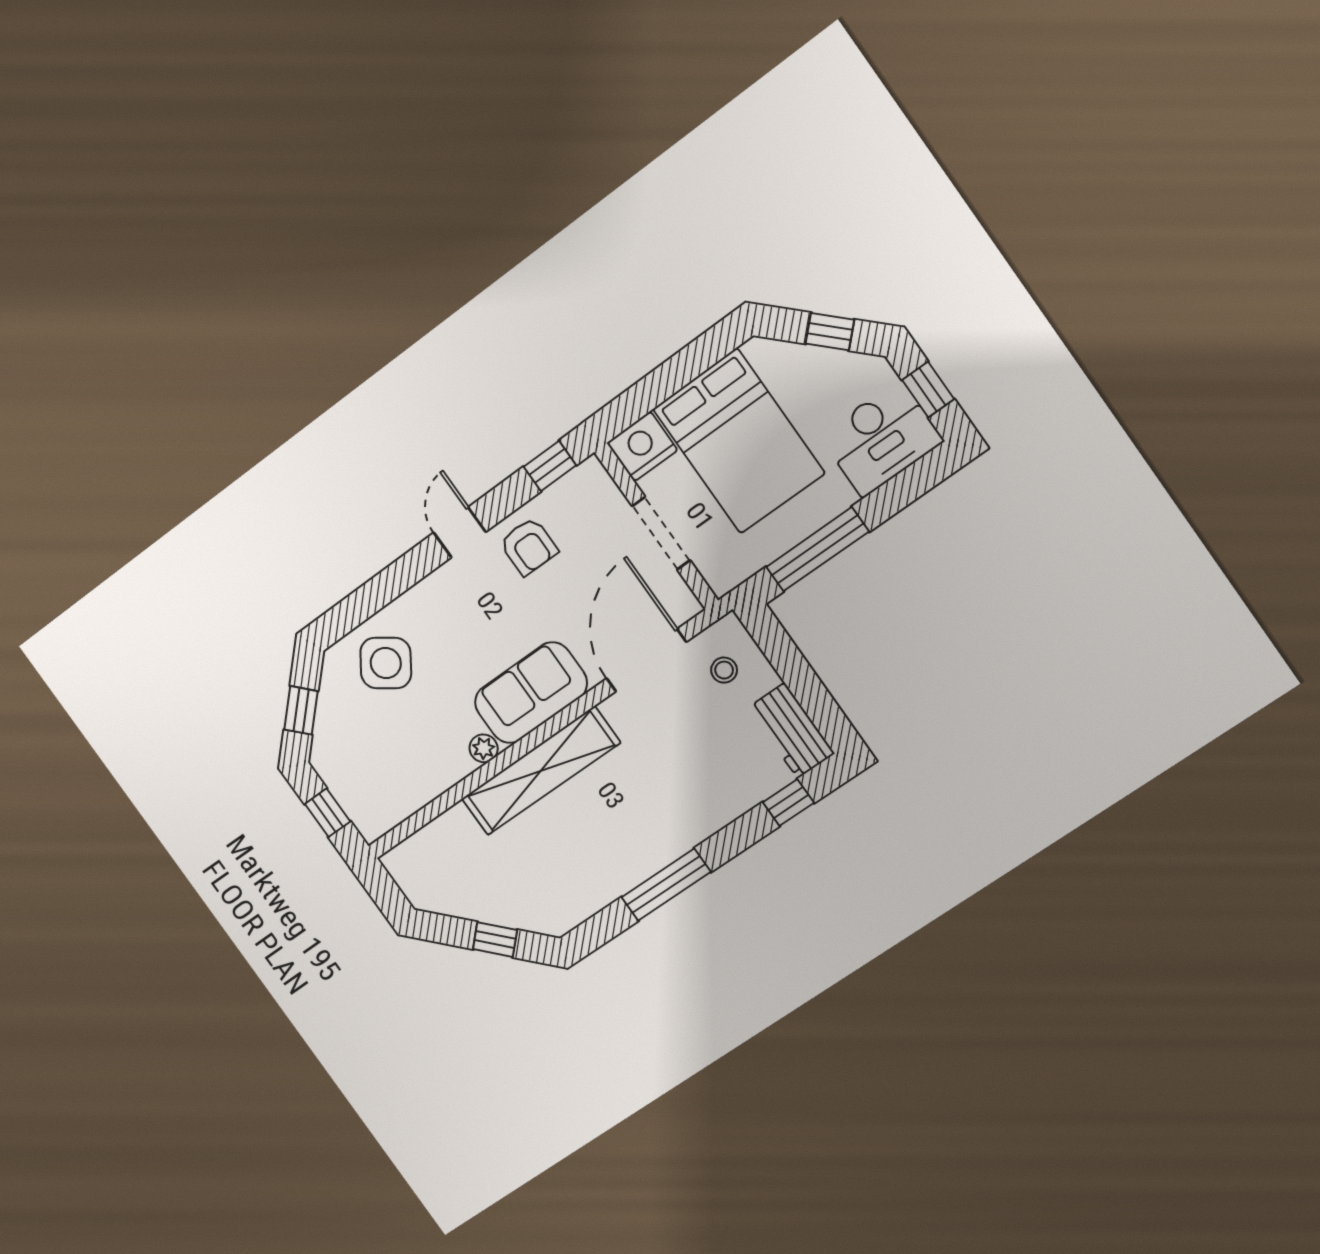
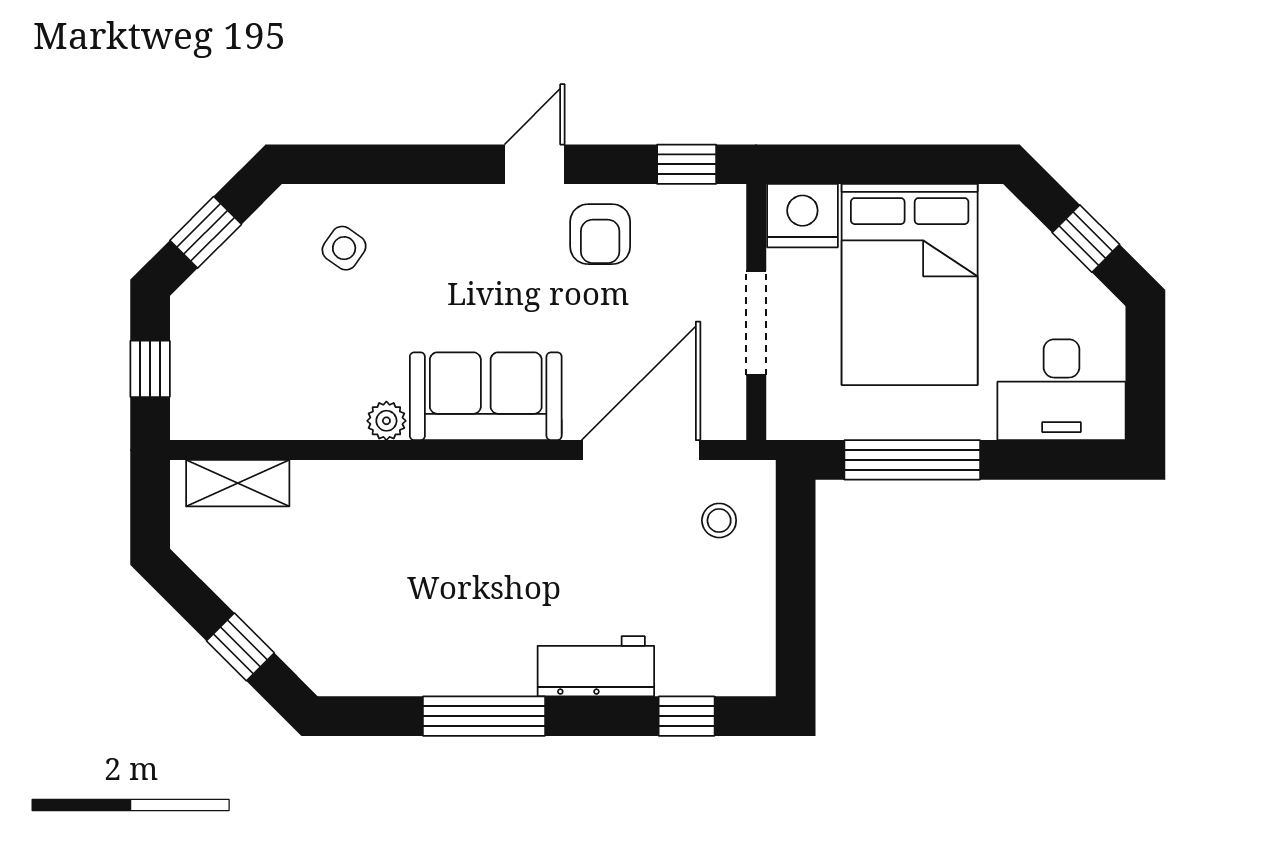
window: (928, 389) -> (1145, 373), removed
side table: (386, 663) -> (344, 248), width x0.54, depth x0.54
workbench: (791, 731) -> (596, 666), moved, turned 90
shelving: (541, 771) -> (238, 483), moved, width x0.45, depth x0.75

